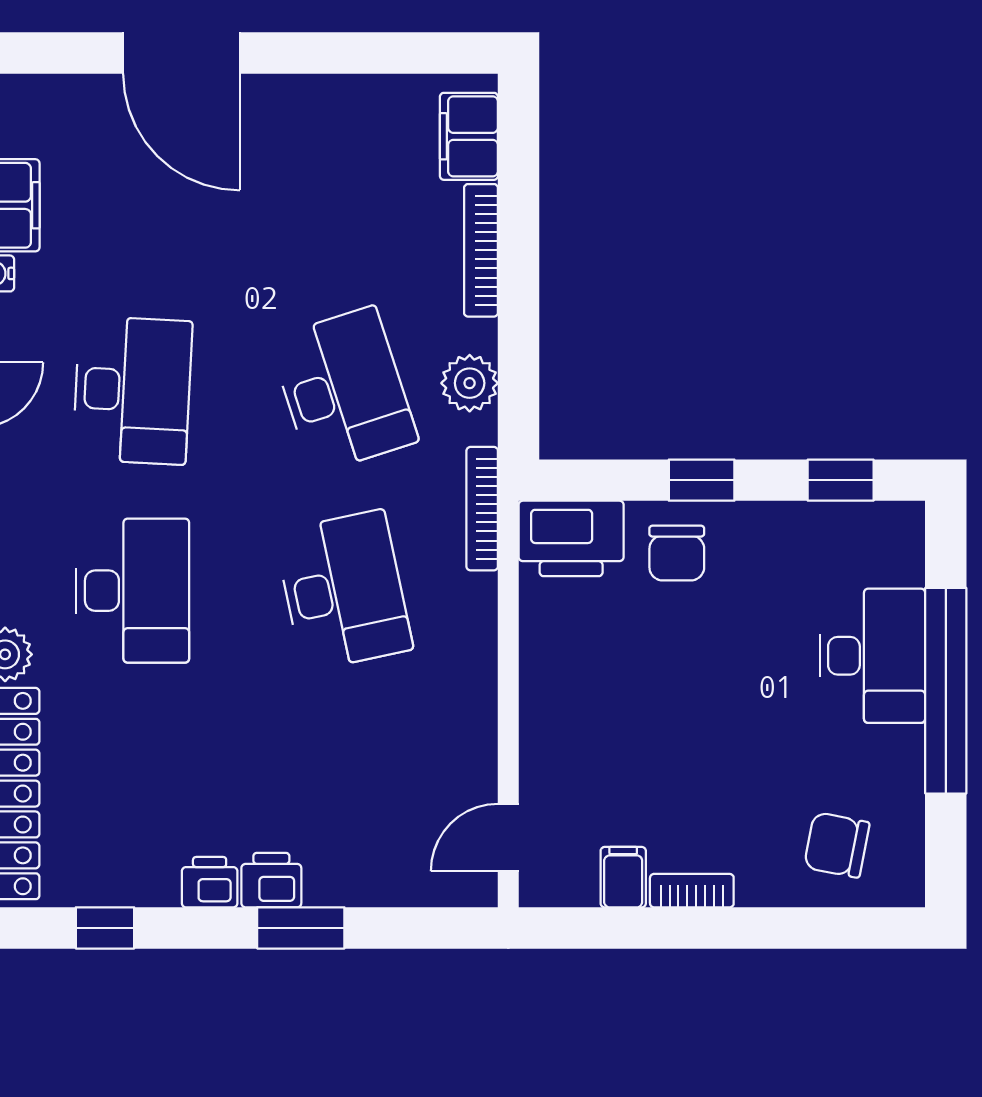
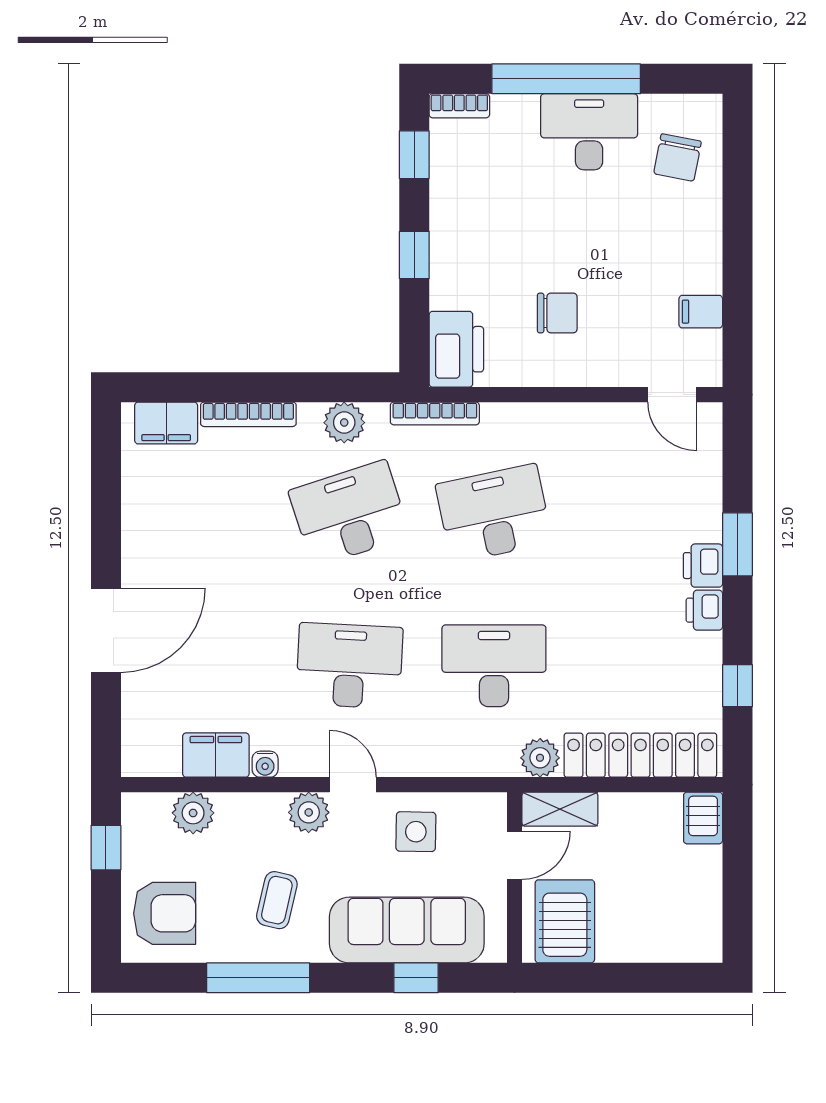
chair: (677, 553) -> (557, 313), moved
desk: (872, 656) -> (589, 132), moved
bookcase: (692, 891) -> (459, 106), moved, turned -90

